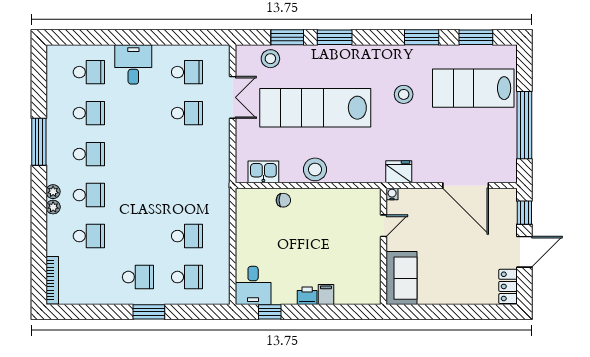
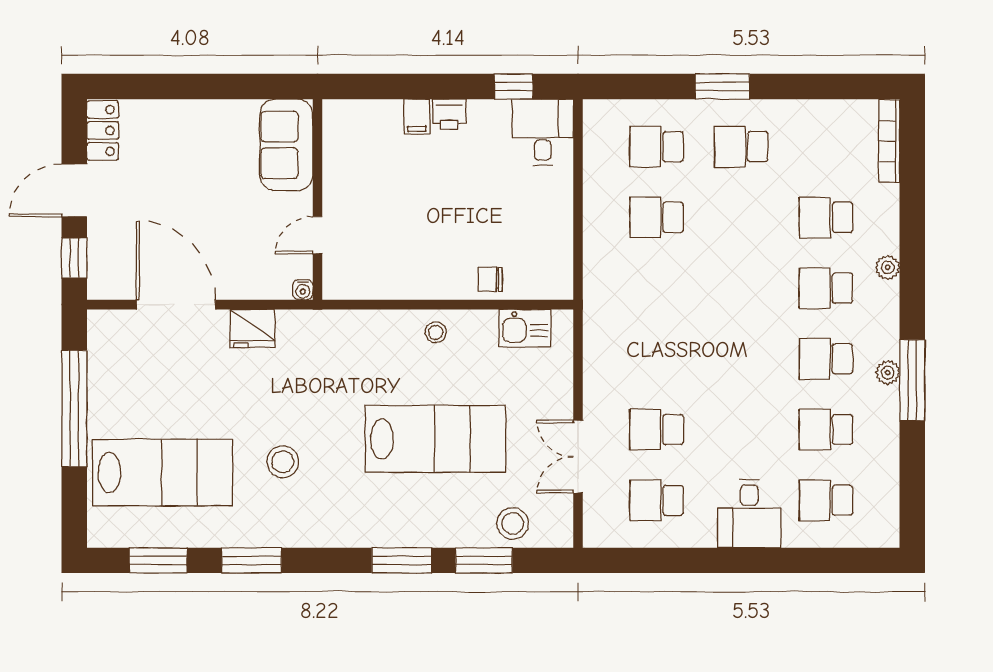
lab bench: (315, 108) -> (435, 439), width x0.73
stool: (315, 169) -> (436, 332), width x0.53, depth x0.53
fridge: (399, 172) -> (252, 328), moved
plant: (53, 192) -> (888, 373), moved

